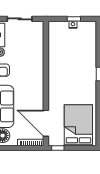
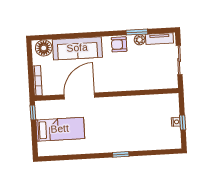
door: (46, 123) -> (79, 96), moved
bed: (78, 125) -> (60, 129), width x0.67

